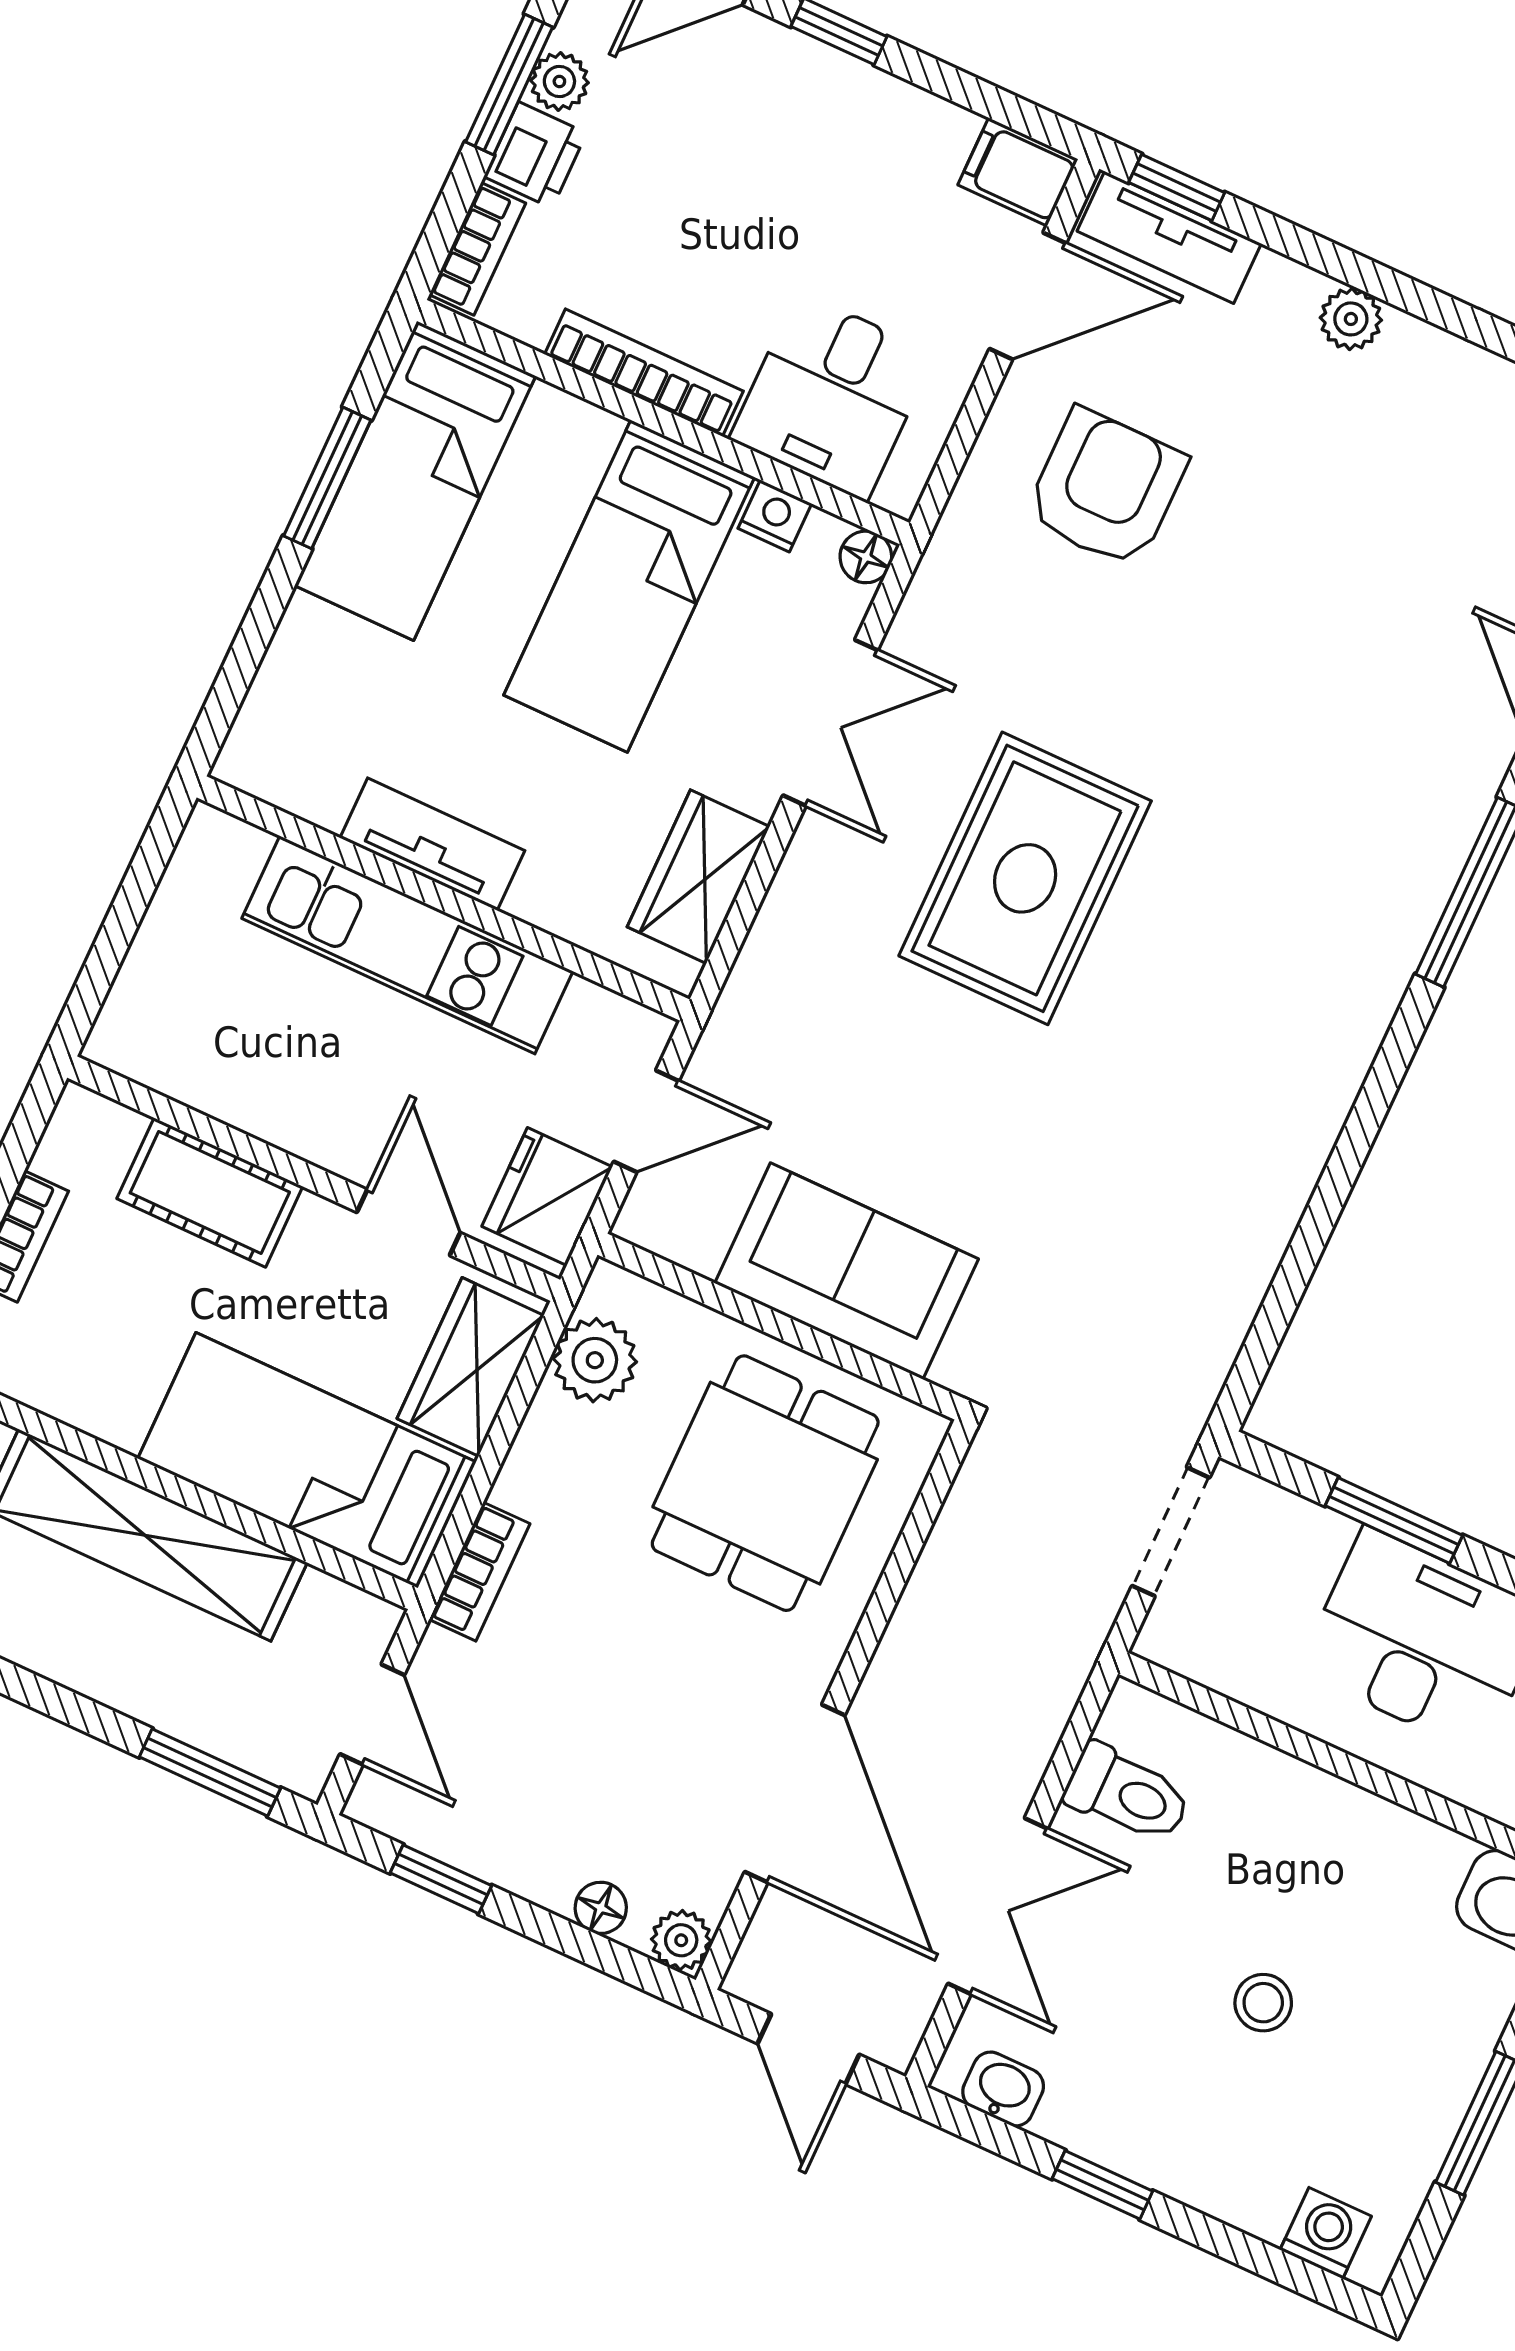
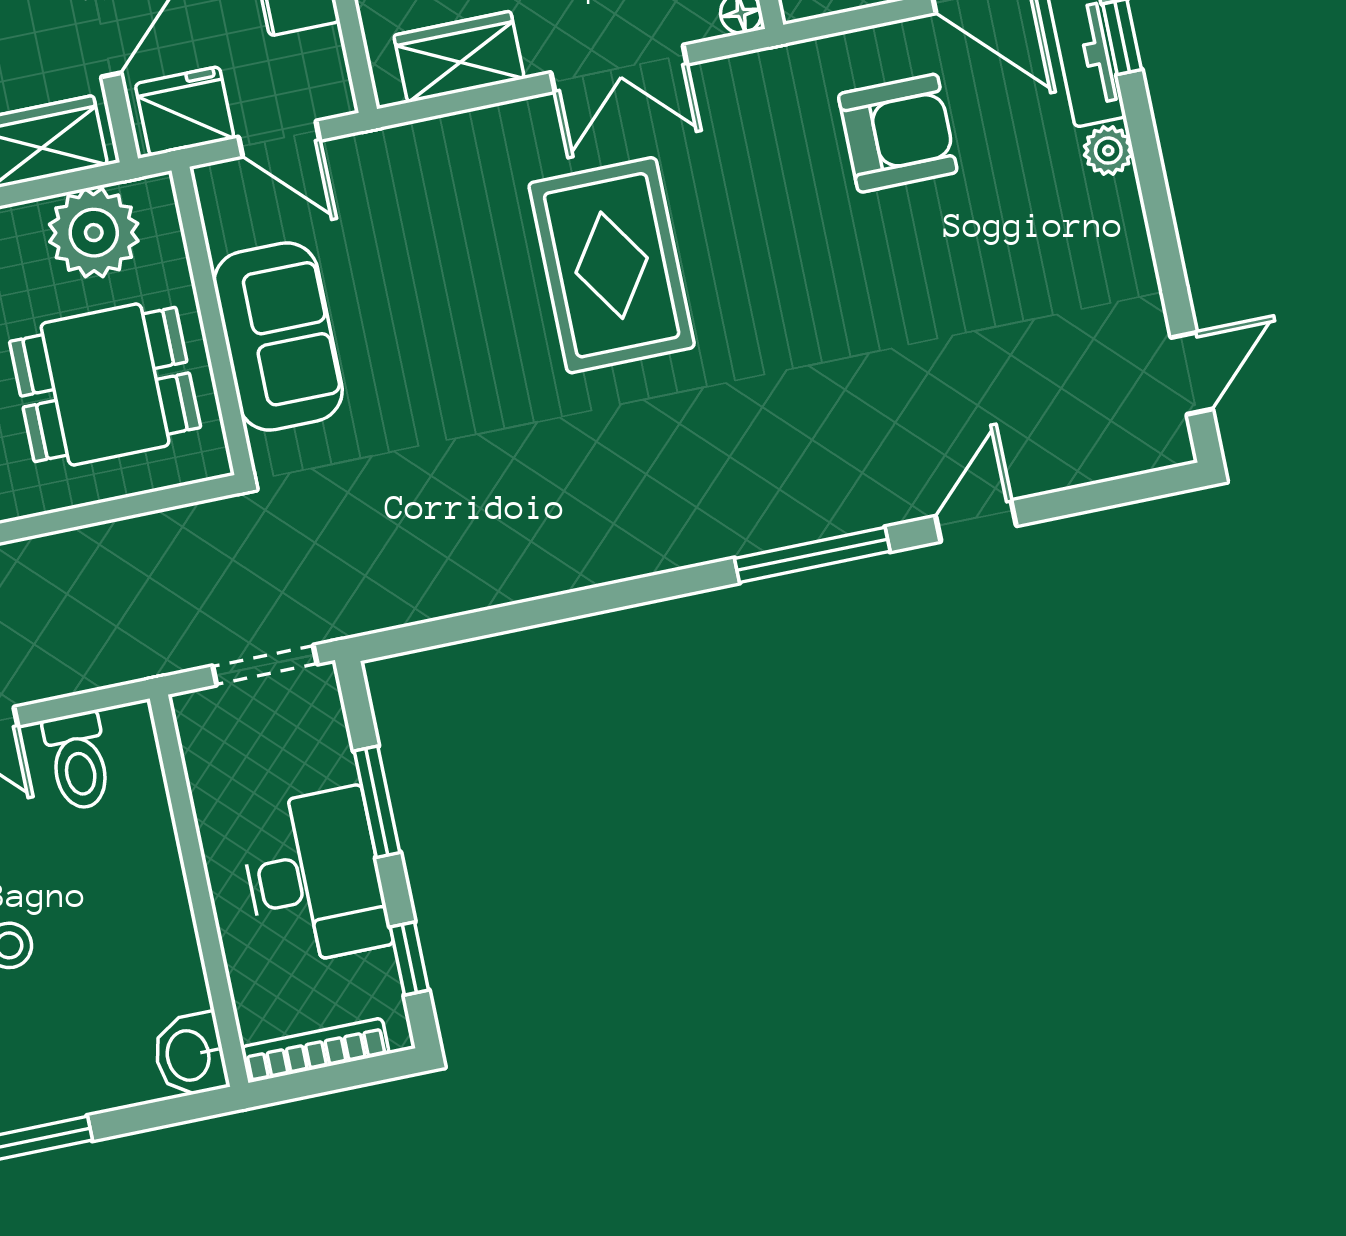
plant: (1351, 319) -> (1108, 151), moved
rug: (1025, 878) -> (612, 265), turned 90
plant: (595, 1360) -> (94, 233), width x1.36, depth x1.36

